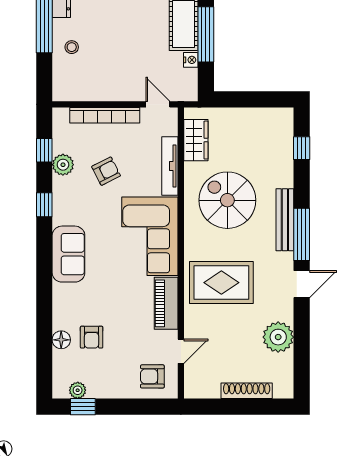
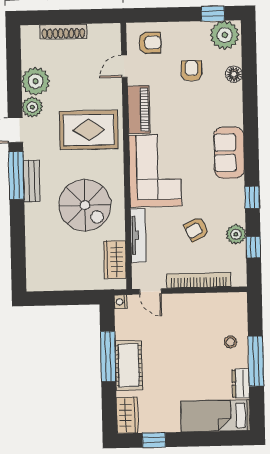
nightstand: (191, 60) -> (121, 302), moved
window: (302, 148) -> (18, 254), removed
bench: (285, 220) -> (32, 181), width x0.73
plant: (282, 309) -> (32, 107), added
armchair: (92, 337) -> (191, 71), moved
plant: (78, 390) -> (225, 35), width x1.88, depth x1.88

